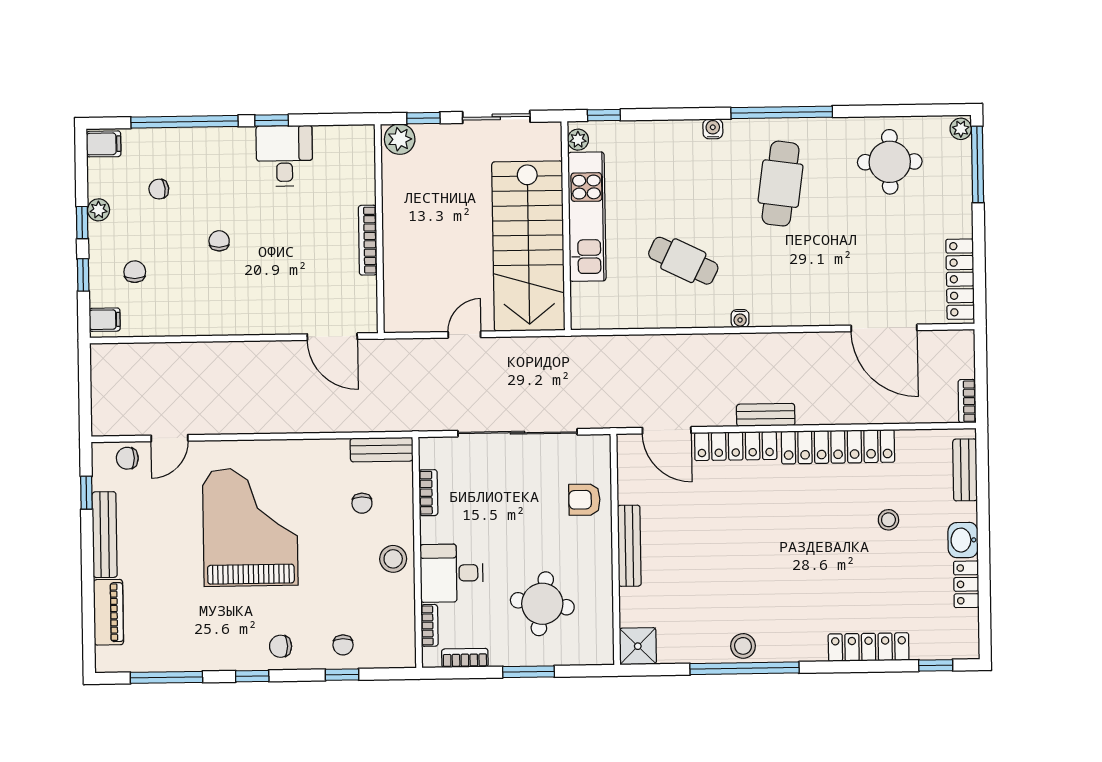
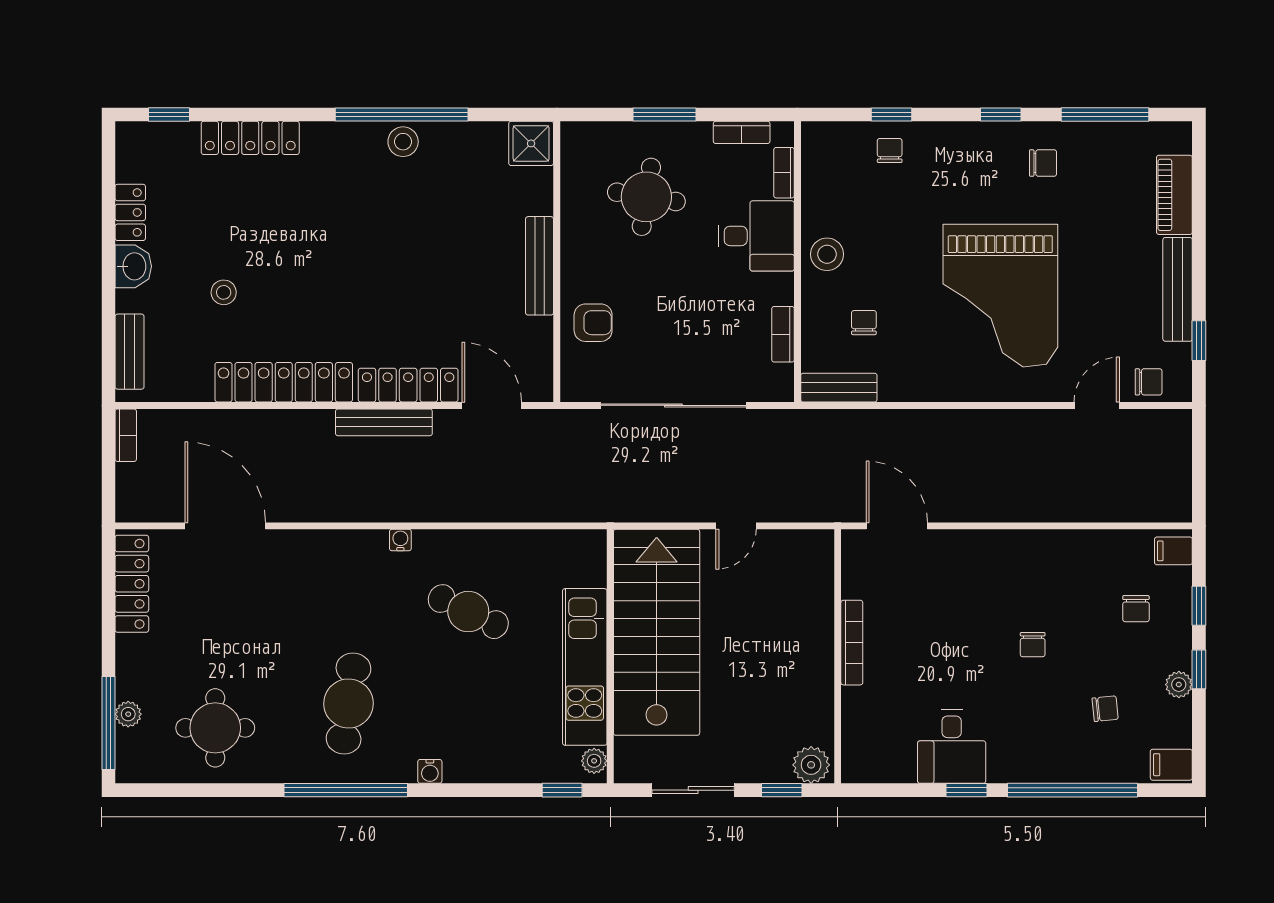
plant: (961, 129) -> (128, 714), moved
bench: (766, 415) -> (384, 422), width x1.36
chair: (281, 646) -> (1043, 163), moved

